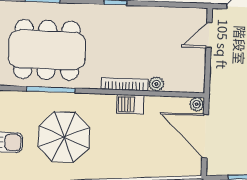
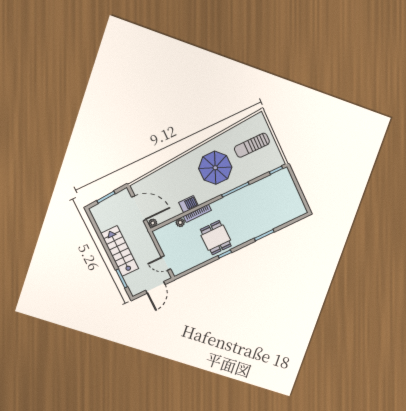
door: (209, 35) -> (166, 263), swing flipped
dining table: (47, 50) -> (216, 238), moved, width x0.53, depth x0.80

